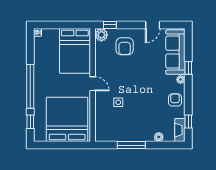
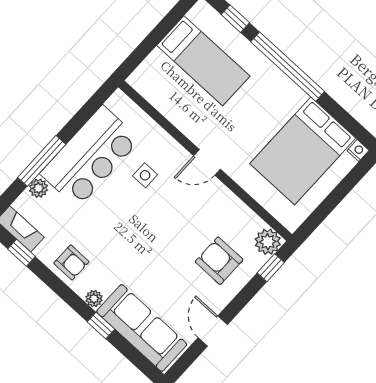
bed: (75, 51) -> (303, 151), moved, turned -90
bed: (67, 119) -> (203, 61), width x0.49
bar counter: (130, 129) -> (90, 157), added
window: (131, 145) -> (42, 161), moved

